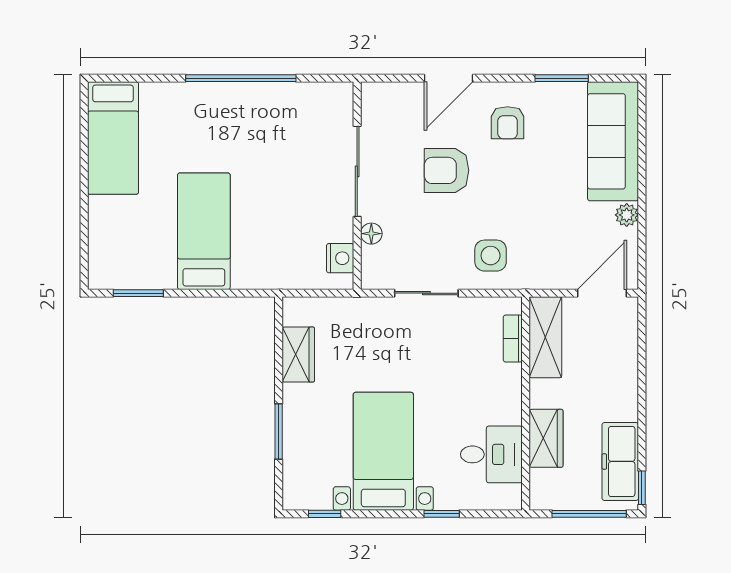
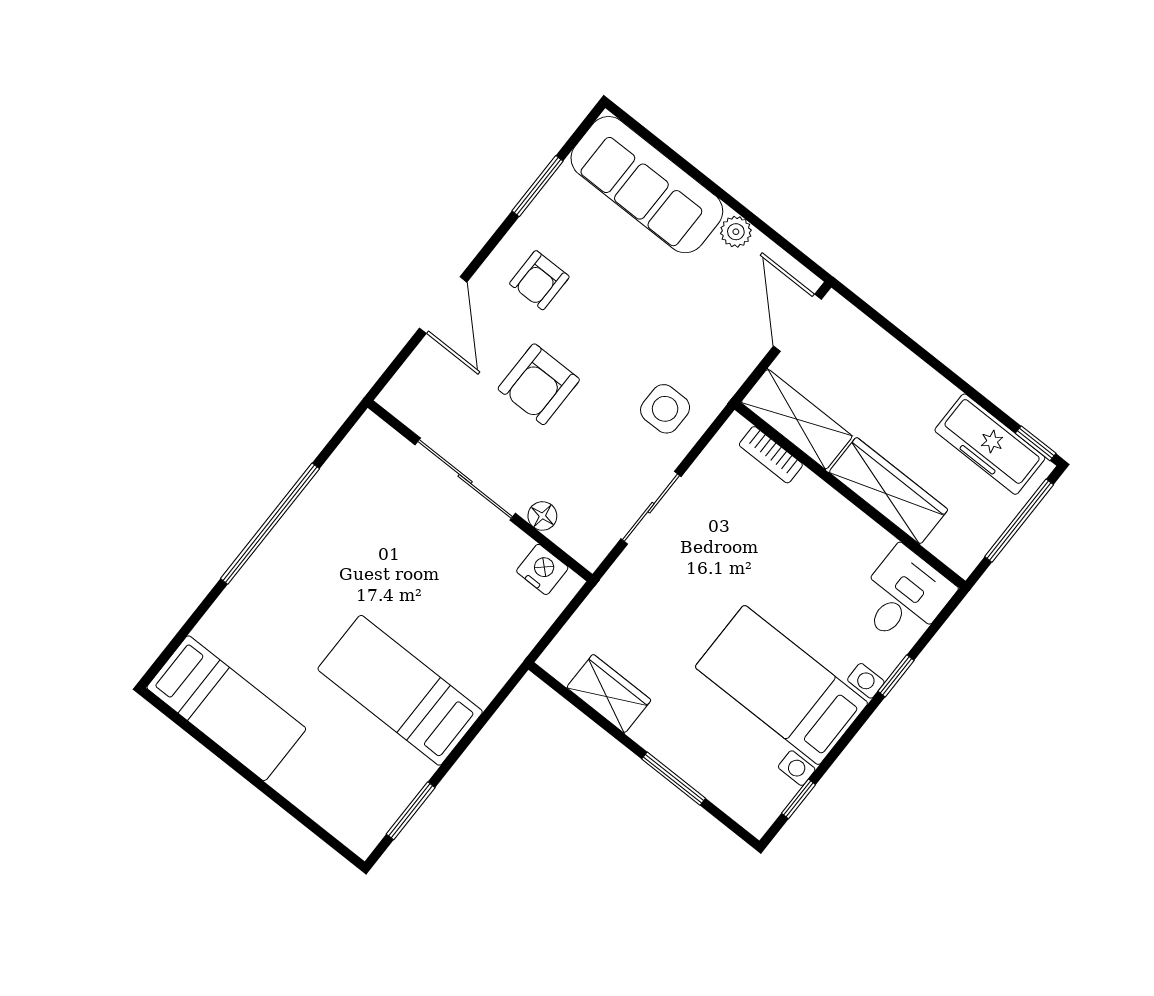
armchair: (508, 123) -> (539, 280), turned 90
wardrobe: (546, 438) -> (888, 491), width x1.50
desk: (491, 454) -> (904, 597), moved

